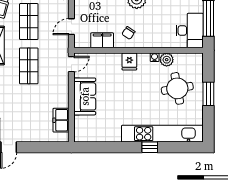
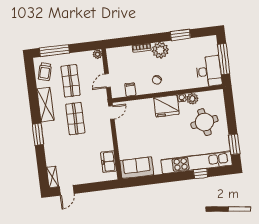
filing cabinet: (102, 40) -> (130, 90), width x0.50
fridge: (129, 61) -> (166, 106), width x1.88, depth x1.34
window: (208, 94) -> (234, 144), moved
sofa: (85, 96) -> (137, 168), moved, turned -90
window: (150, 147) -> (201, 174), moved

